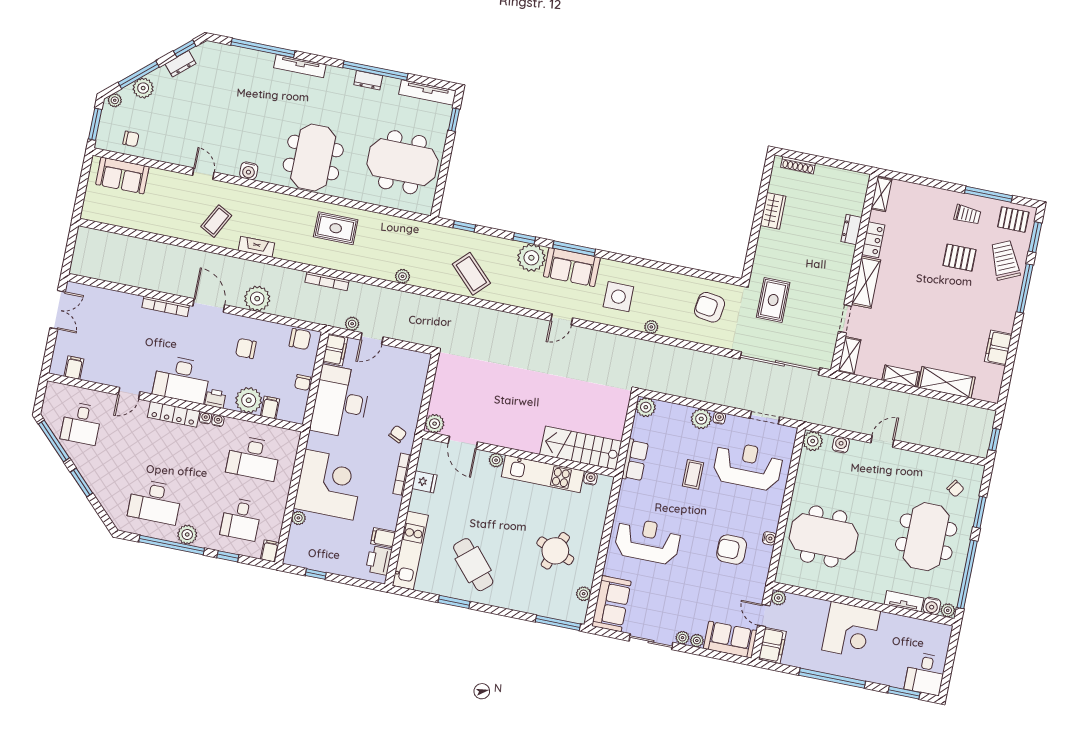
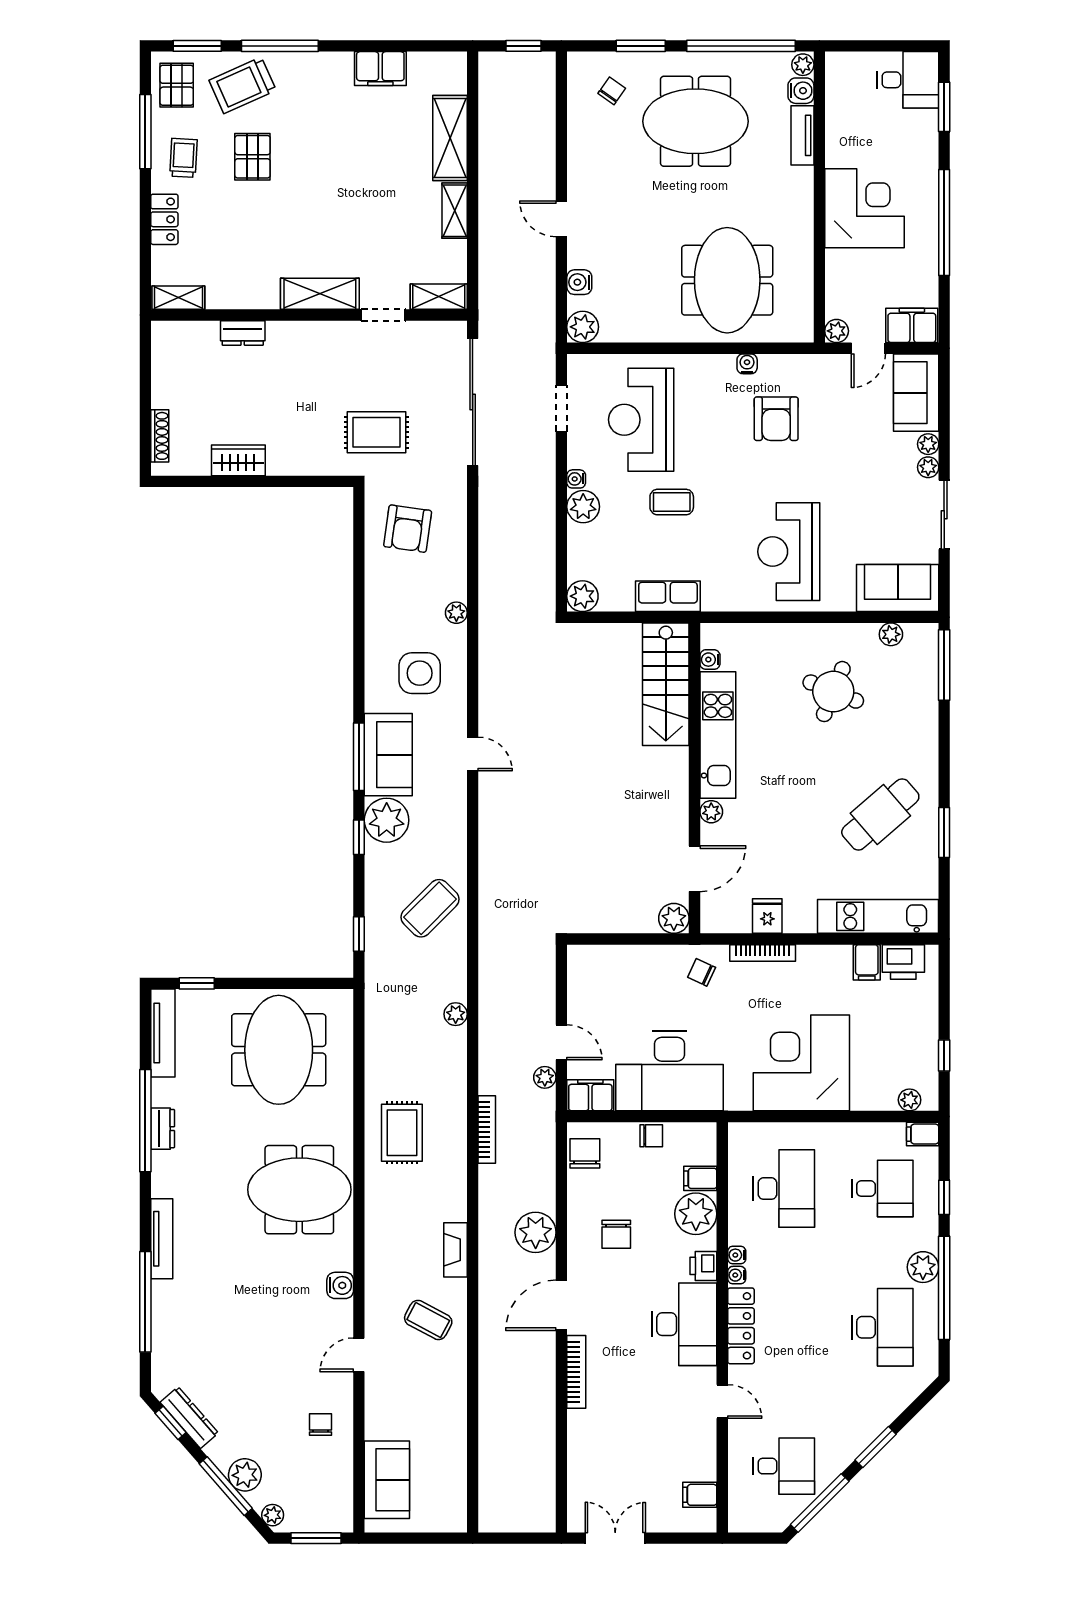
dresser: (181, 64) -> (189, 1418), width x1.44
chair: (131, 139) -> (321, 1424), moved
locker: (873, 240) -> (164, 219), moved, turned 90
plant: (298, 518) -> (910, 1100), moved

